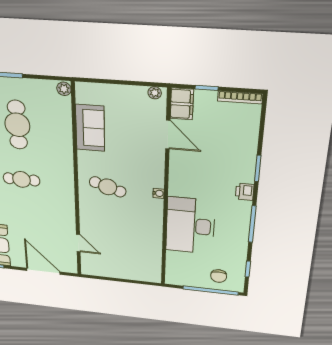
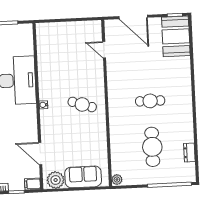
plant: (155, 93) -> (56, 180), width x1.88, depth x1.88
filing cabinet: (182, 104) -> (32, 184), width x0.50
sofa: (90, 128) -> (83, 177), moved, turned 90

